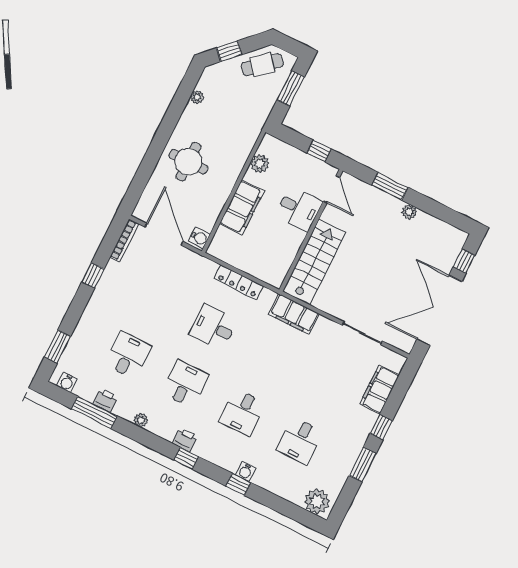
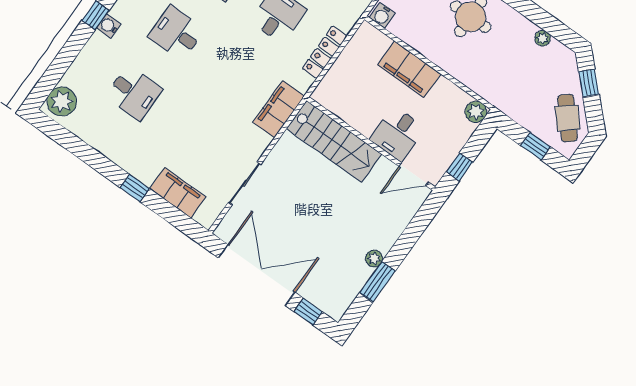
window: (291, 88) -> (536, 146), width x0.67
plant: (260, 164) -> (476, 112), moved
window: (390, 186) -> (377, 282), moved
desk: (300, 441) -> (134, 93), turned 180
window: (363, 465) -> (96, 160), removed

